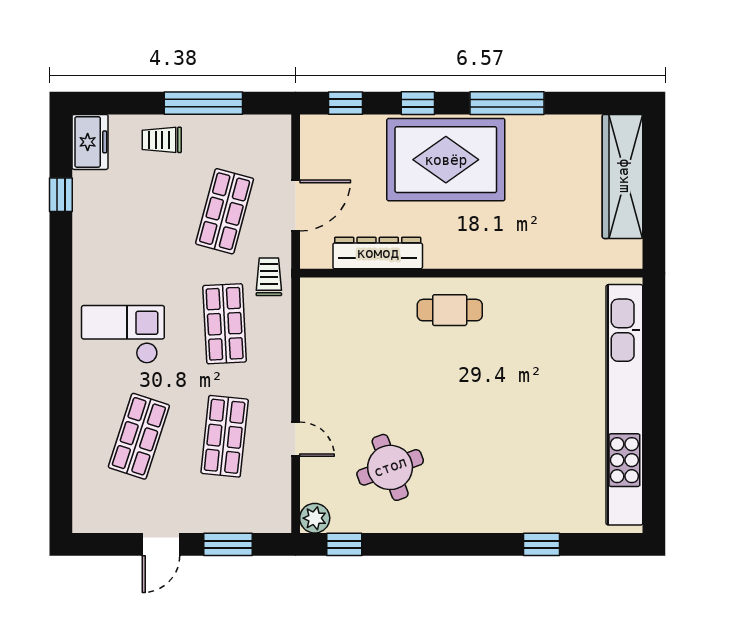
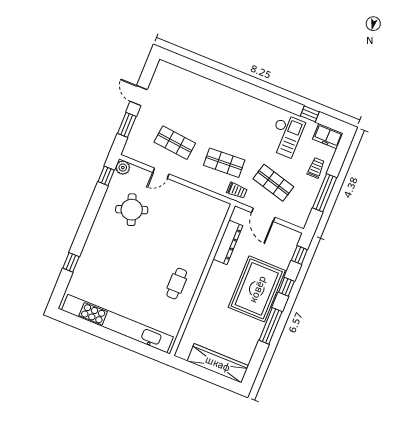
cafe table: (450, 310) -> (177, 284), moved
checkout: (123, 334) -> (286, 135), moved
shop shelf: (139, 436) -> (190, 105), removed

